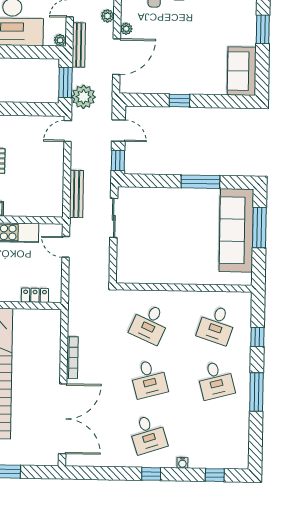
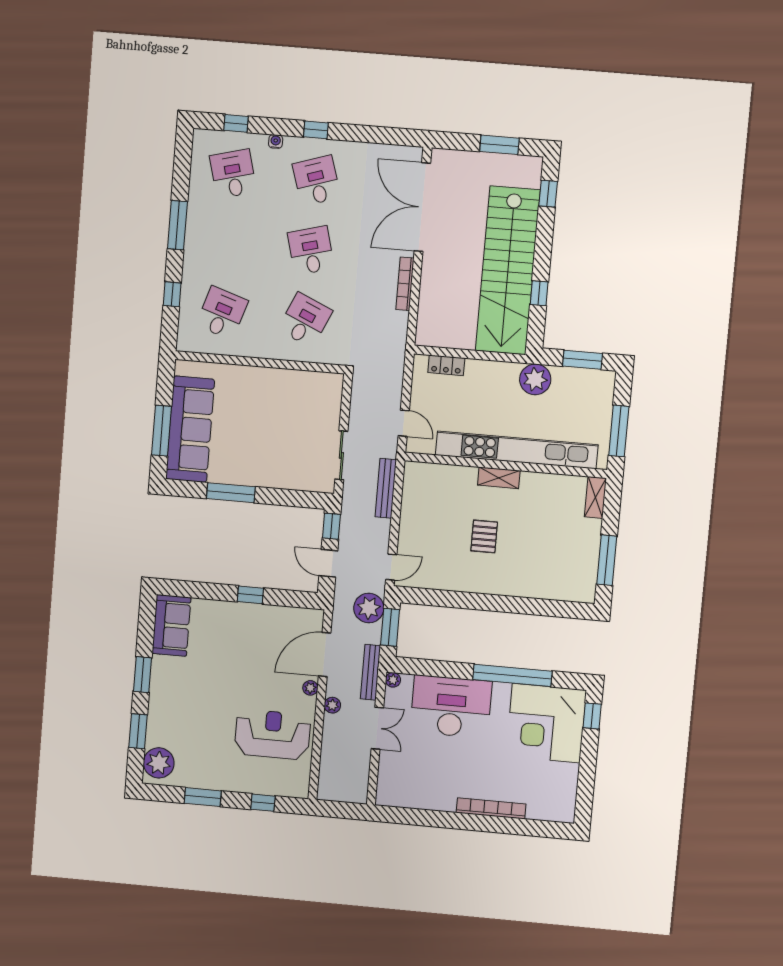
desk: (216, 380) -> (233, 174), moved

